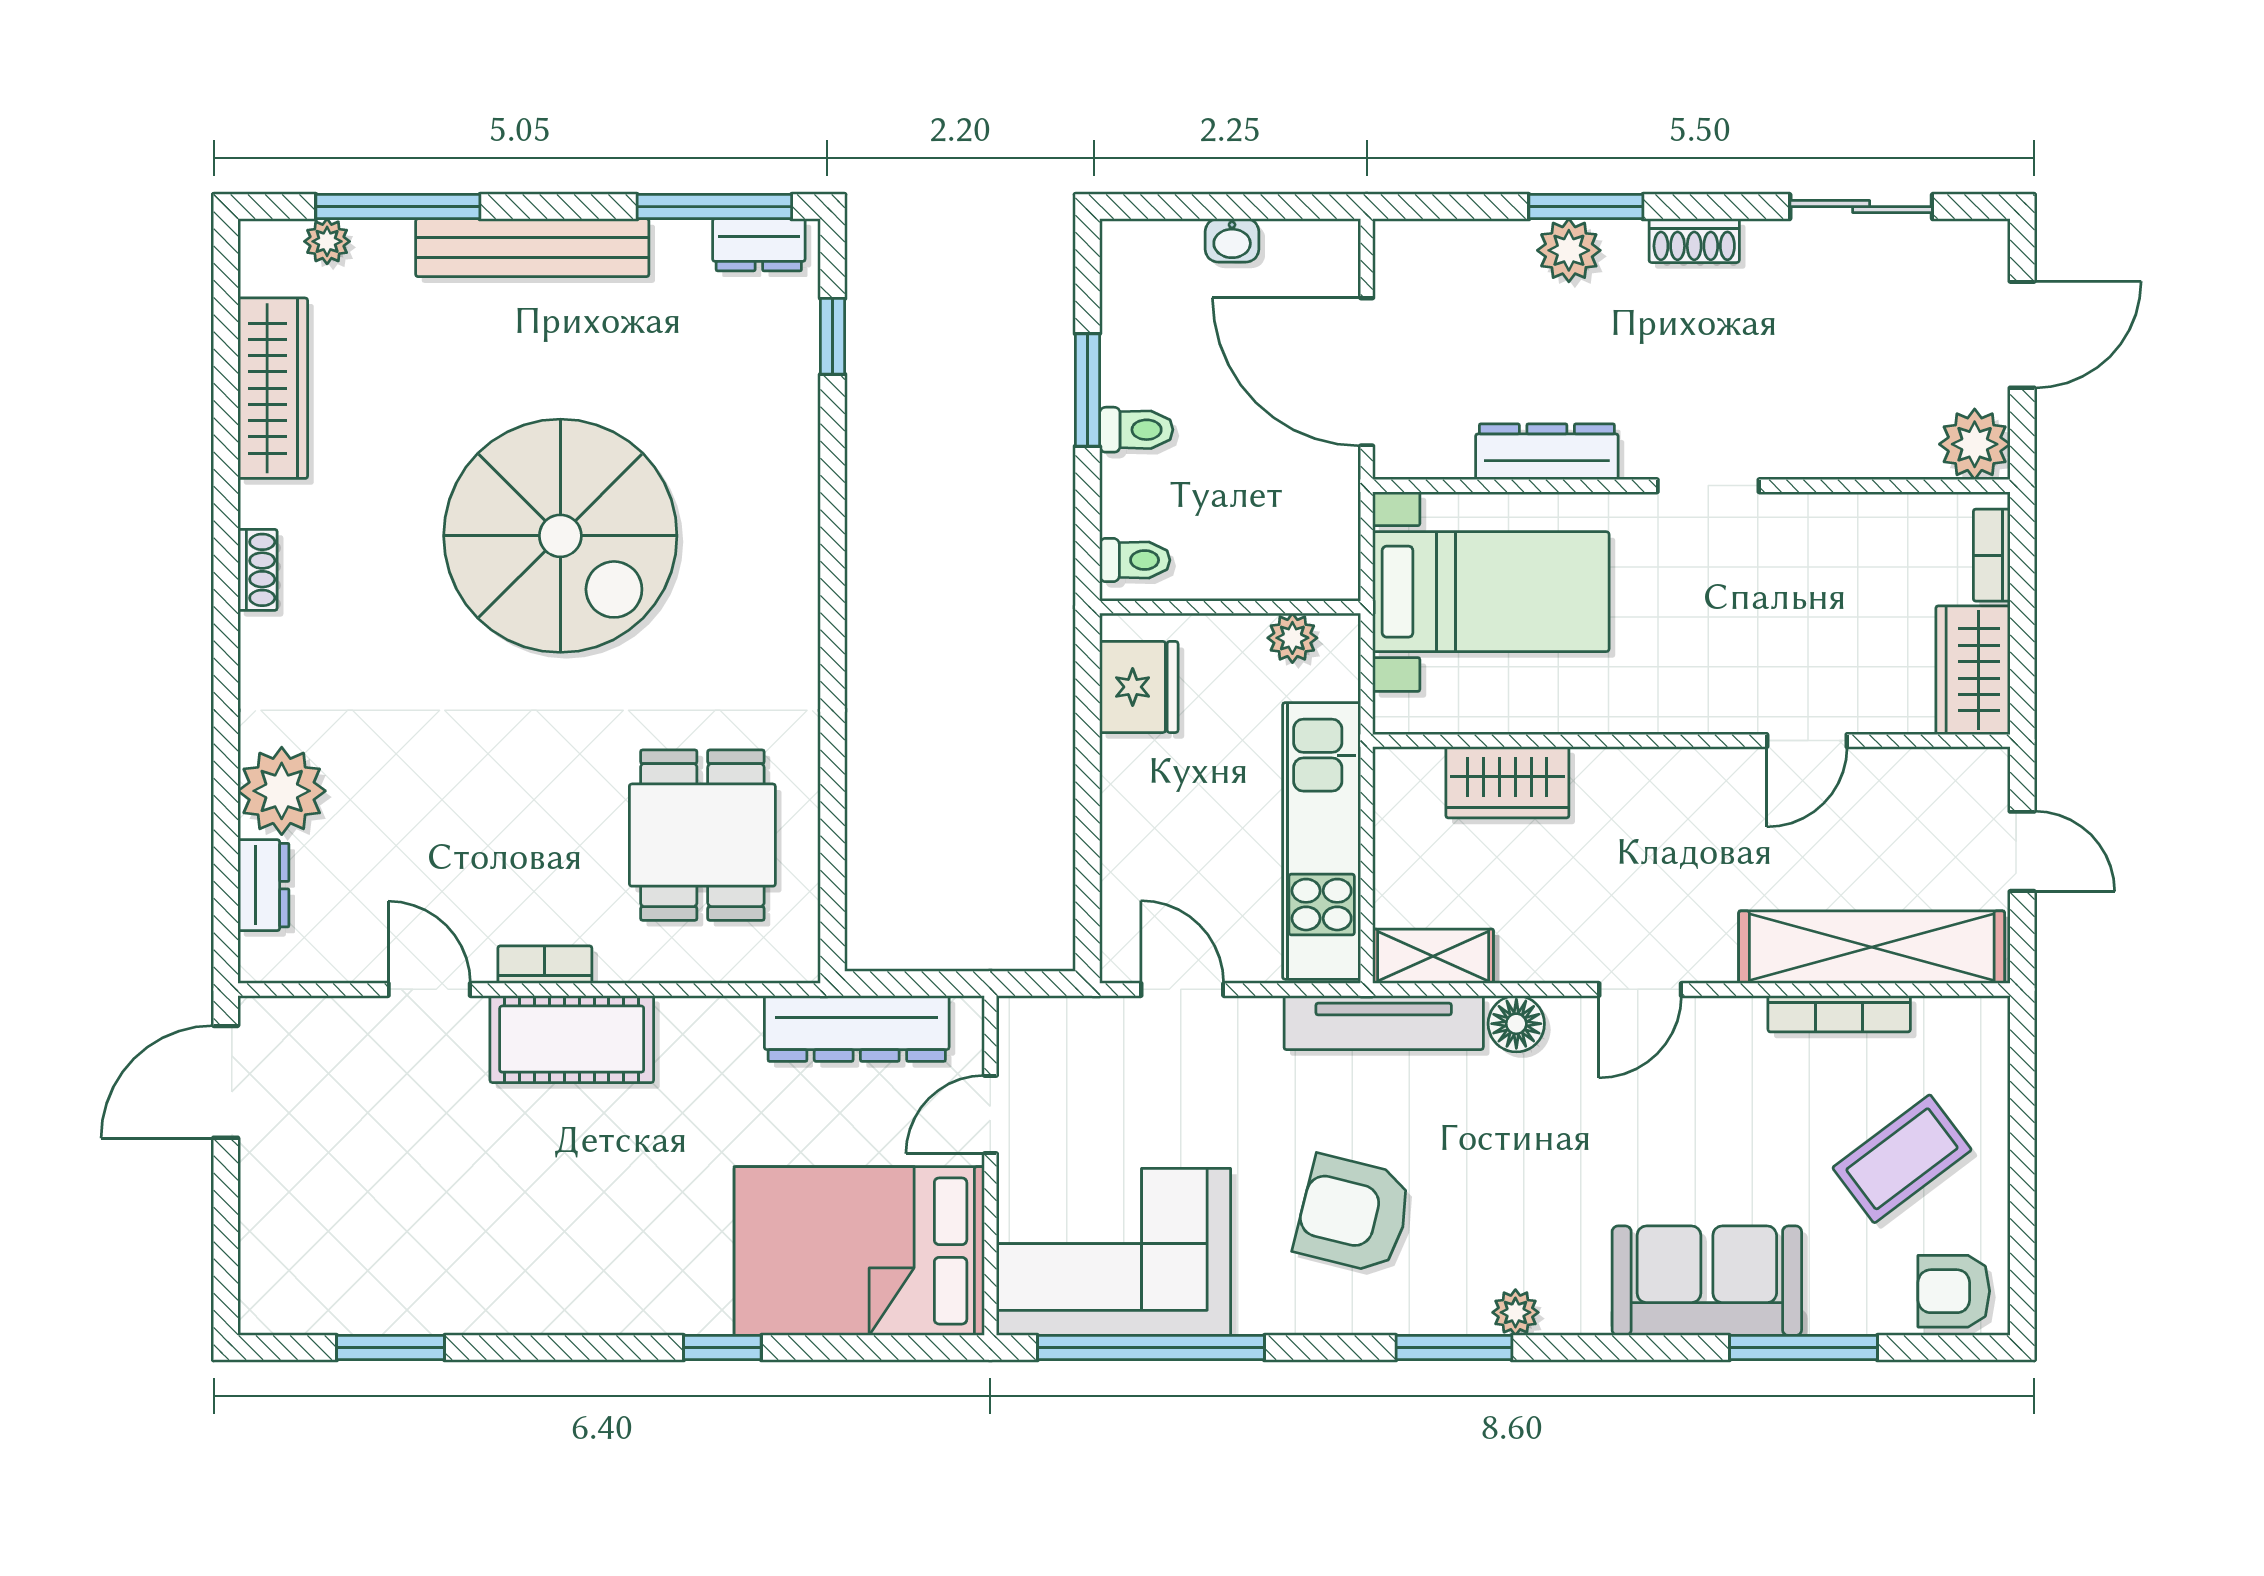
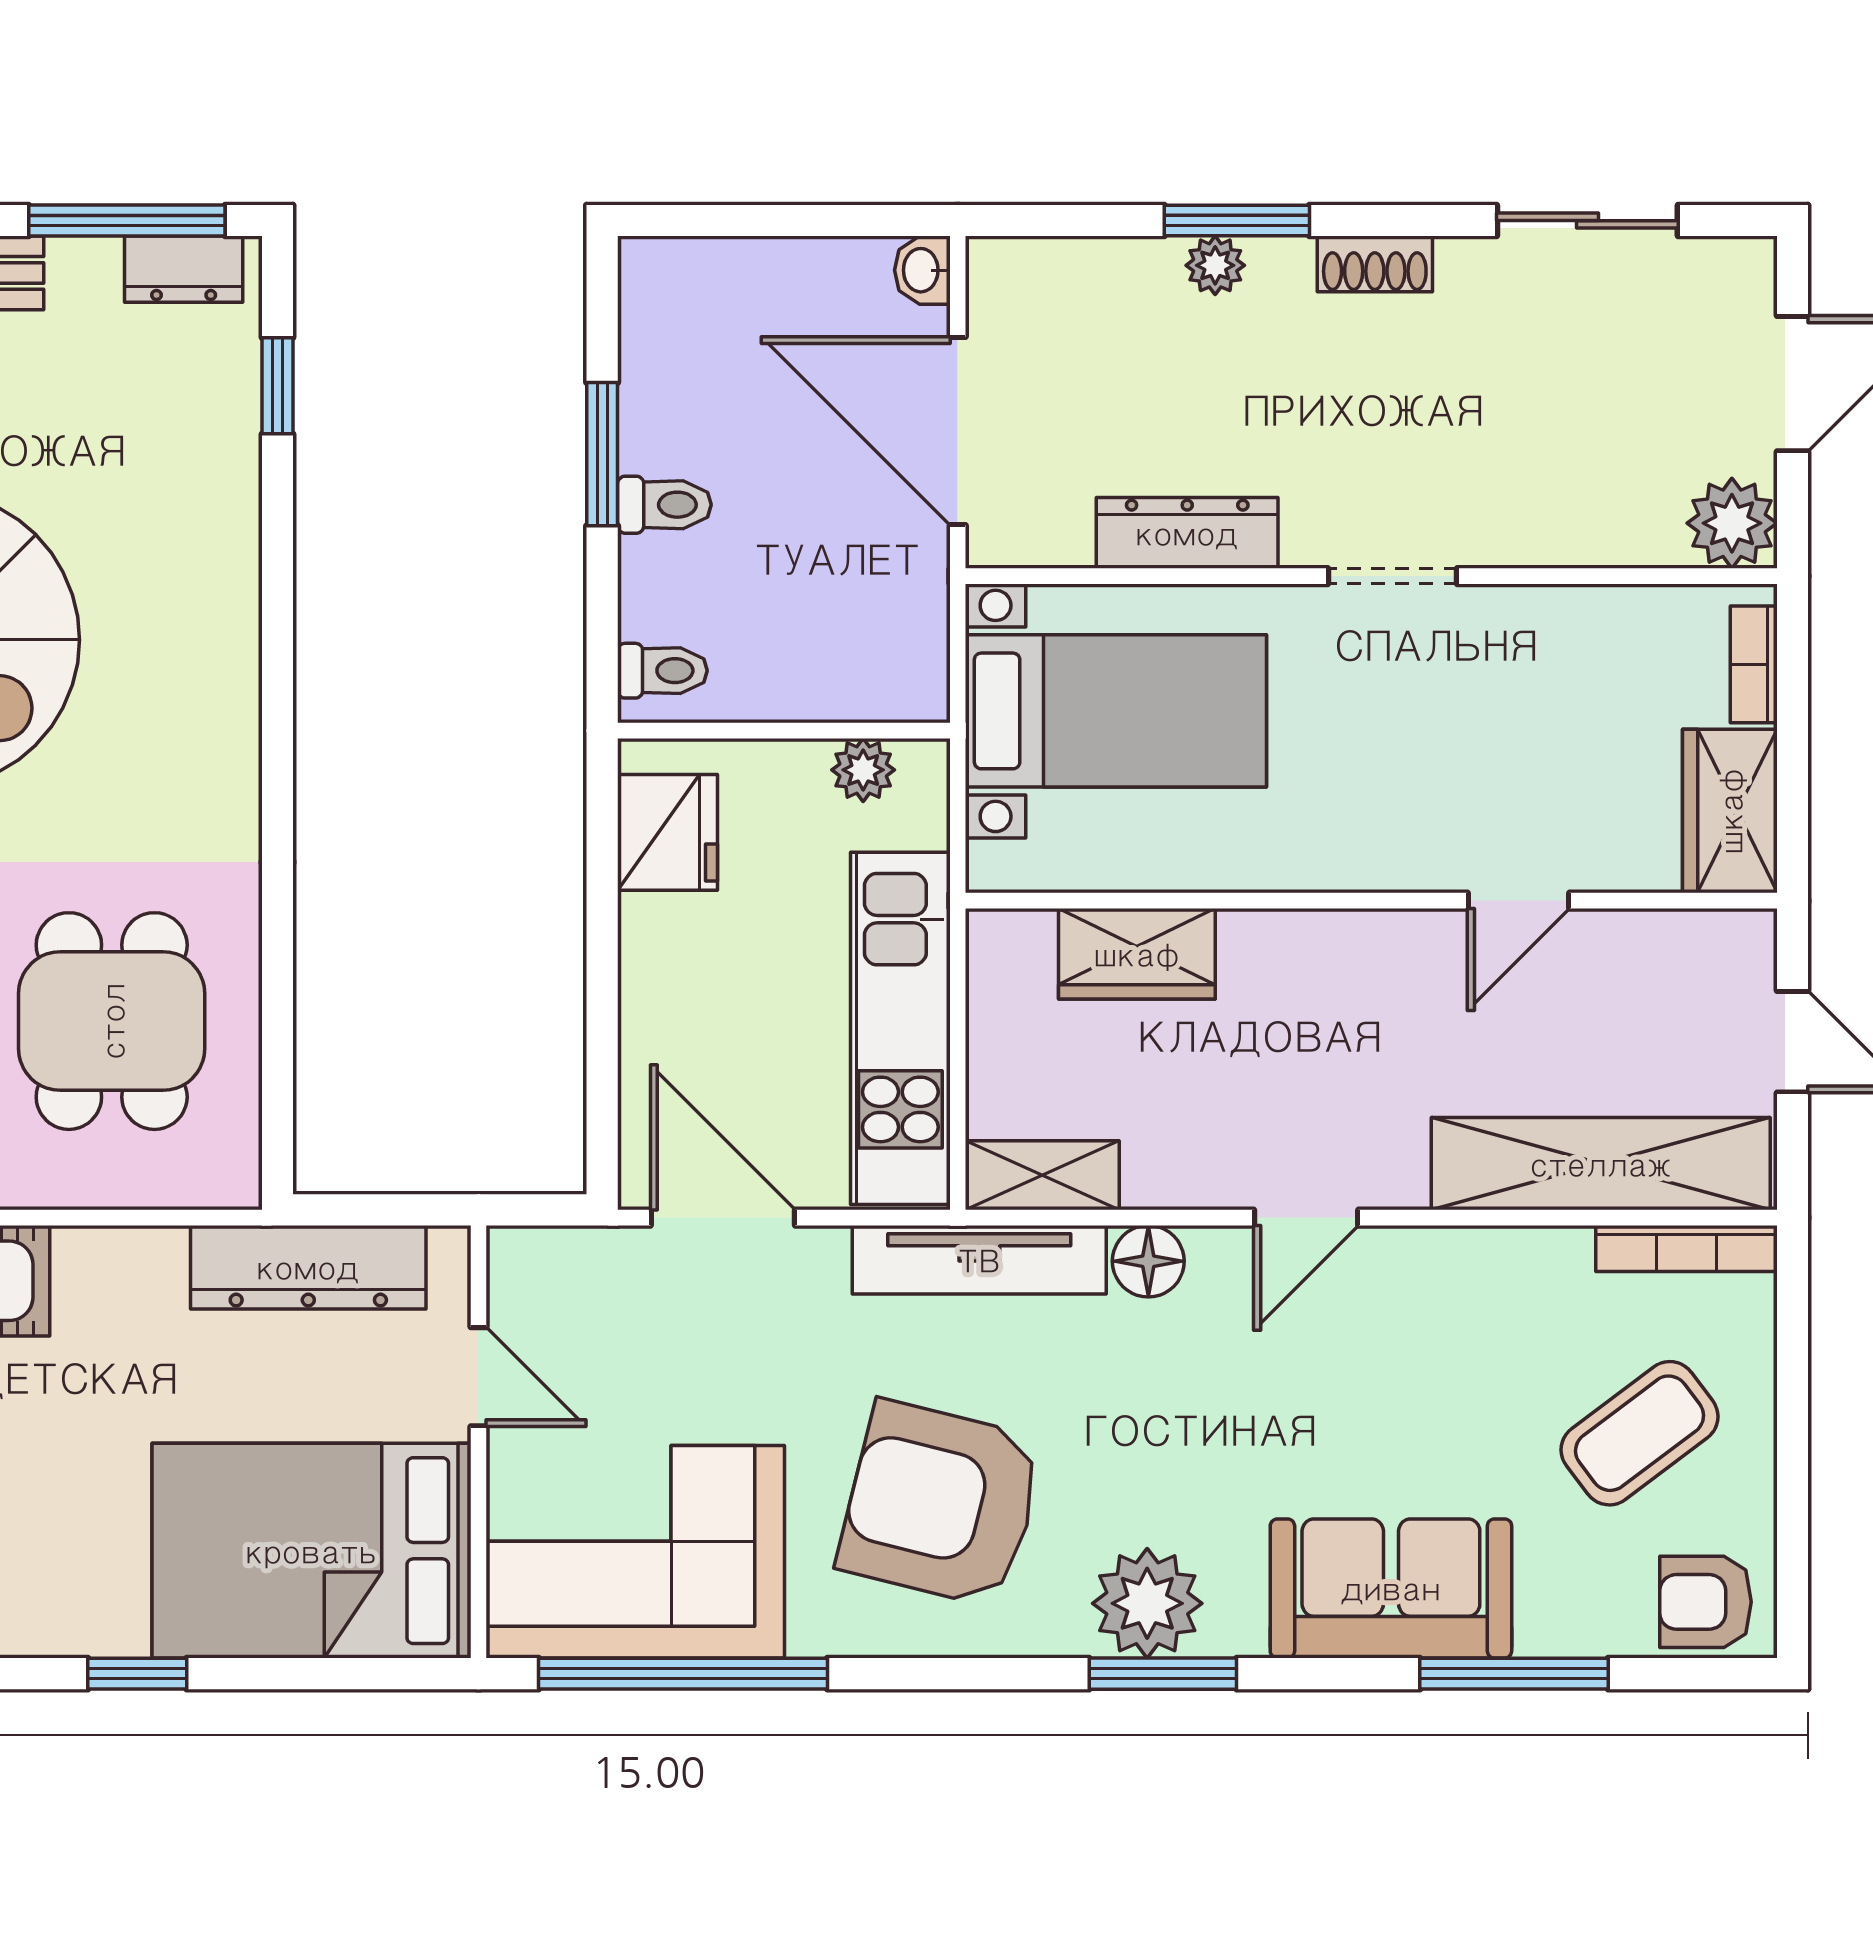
washbasin: (1232, 240) -> (922, 270), moved, turned 90
plant: (1569, 250) -> (1215, 265), width x0.73, depth x0.73
door: (1182, 989) -> (723, 1218), width x1.38
bookcase: (1839, 1014) -> (1686, 1249), moved
door: (990, 1114) -> (478, 1377), swing flipped
armchair: (1353, 1214) -> (941, 1504), width x1.36, depth x1.36
plant: (1515, 1312) -> (1147, 1603), width x1.88, depth x1.88
window: (1454, 1348) -> (1163, 1674), moved

